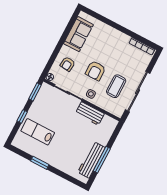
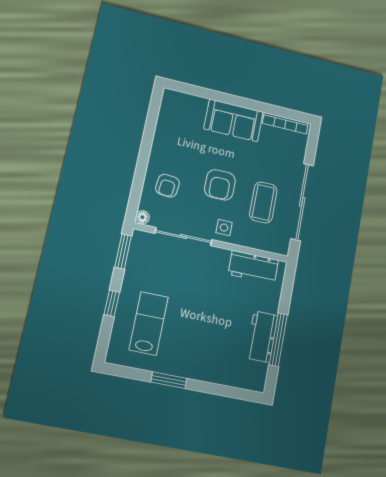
sofa: (78, 34) -> (234, 120), moved, turned 90
workbench: (90, 113) -> (253, 267), moved
lab bench: (38, 132) -> (149, 323), turned 90
workbench: (91, 160) -> (262, 337), width x0.73

